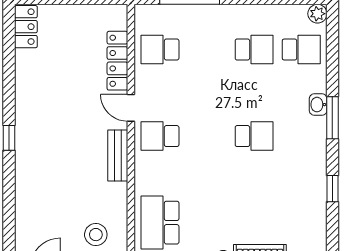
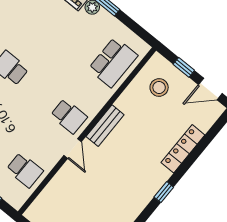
locker: (117, 61) -> (183, 149), moved, turned 180

